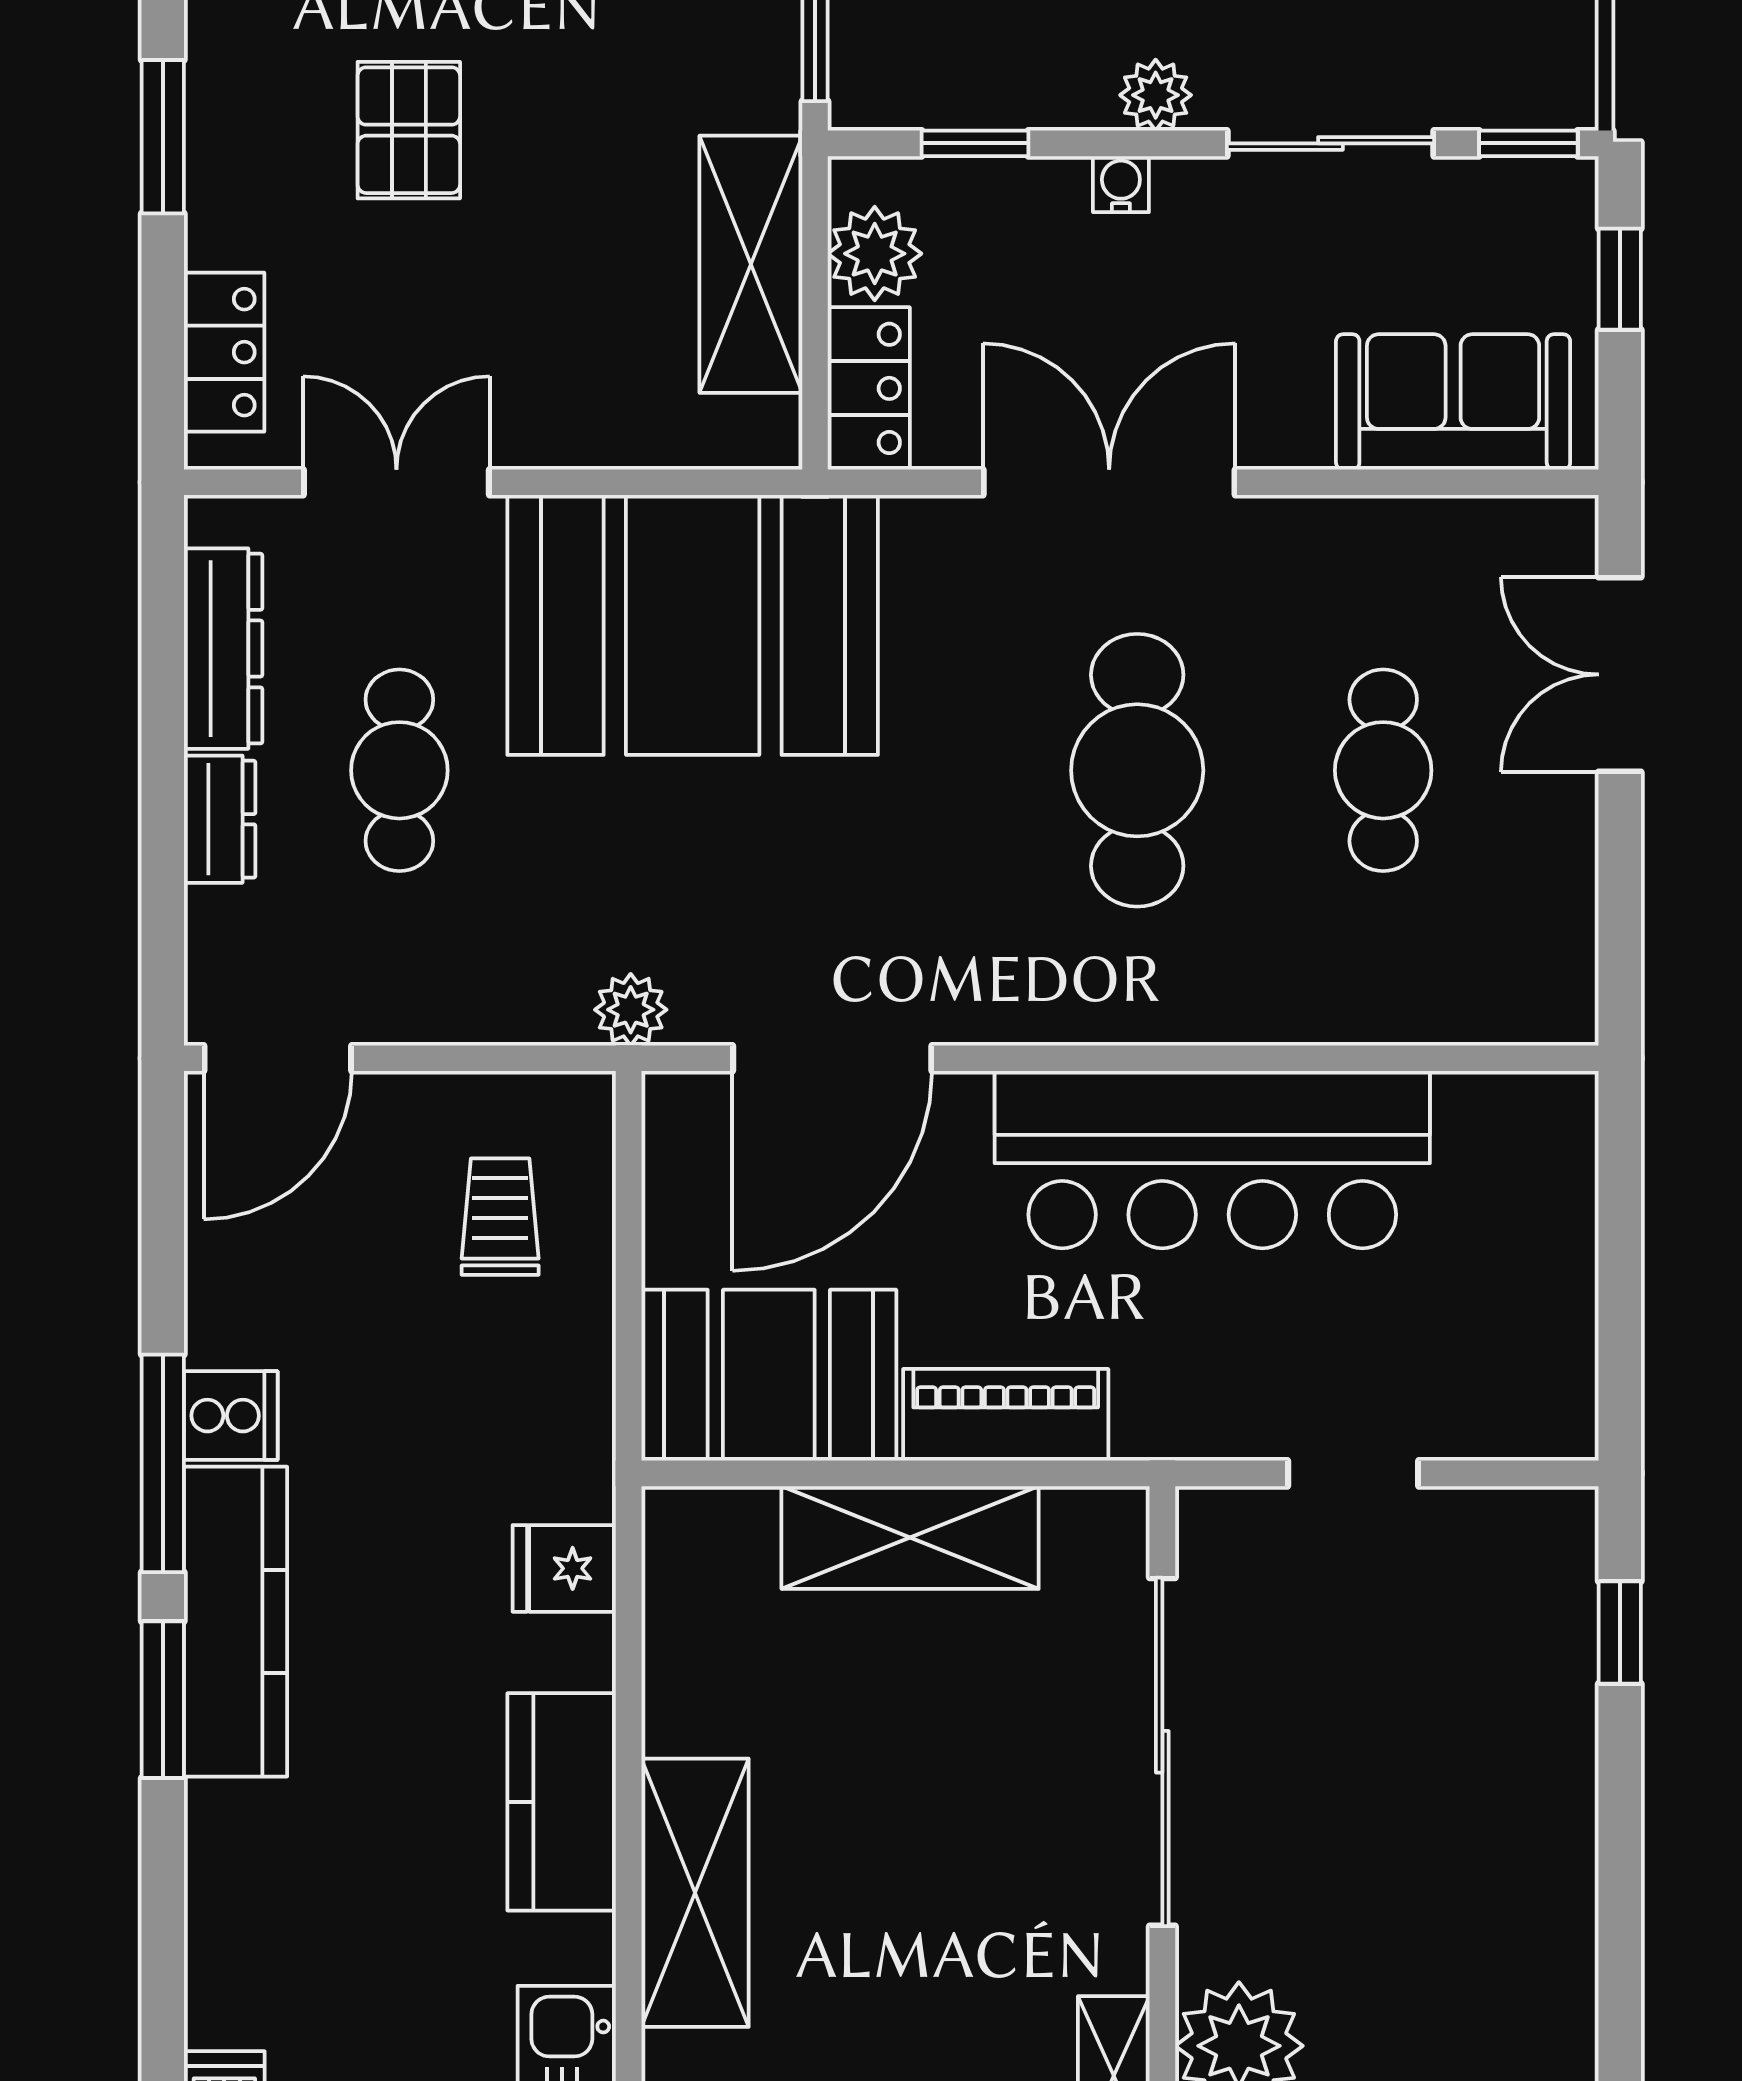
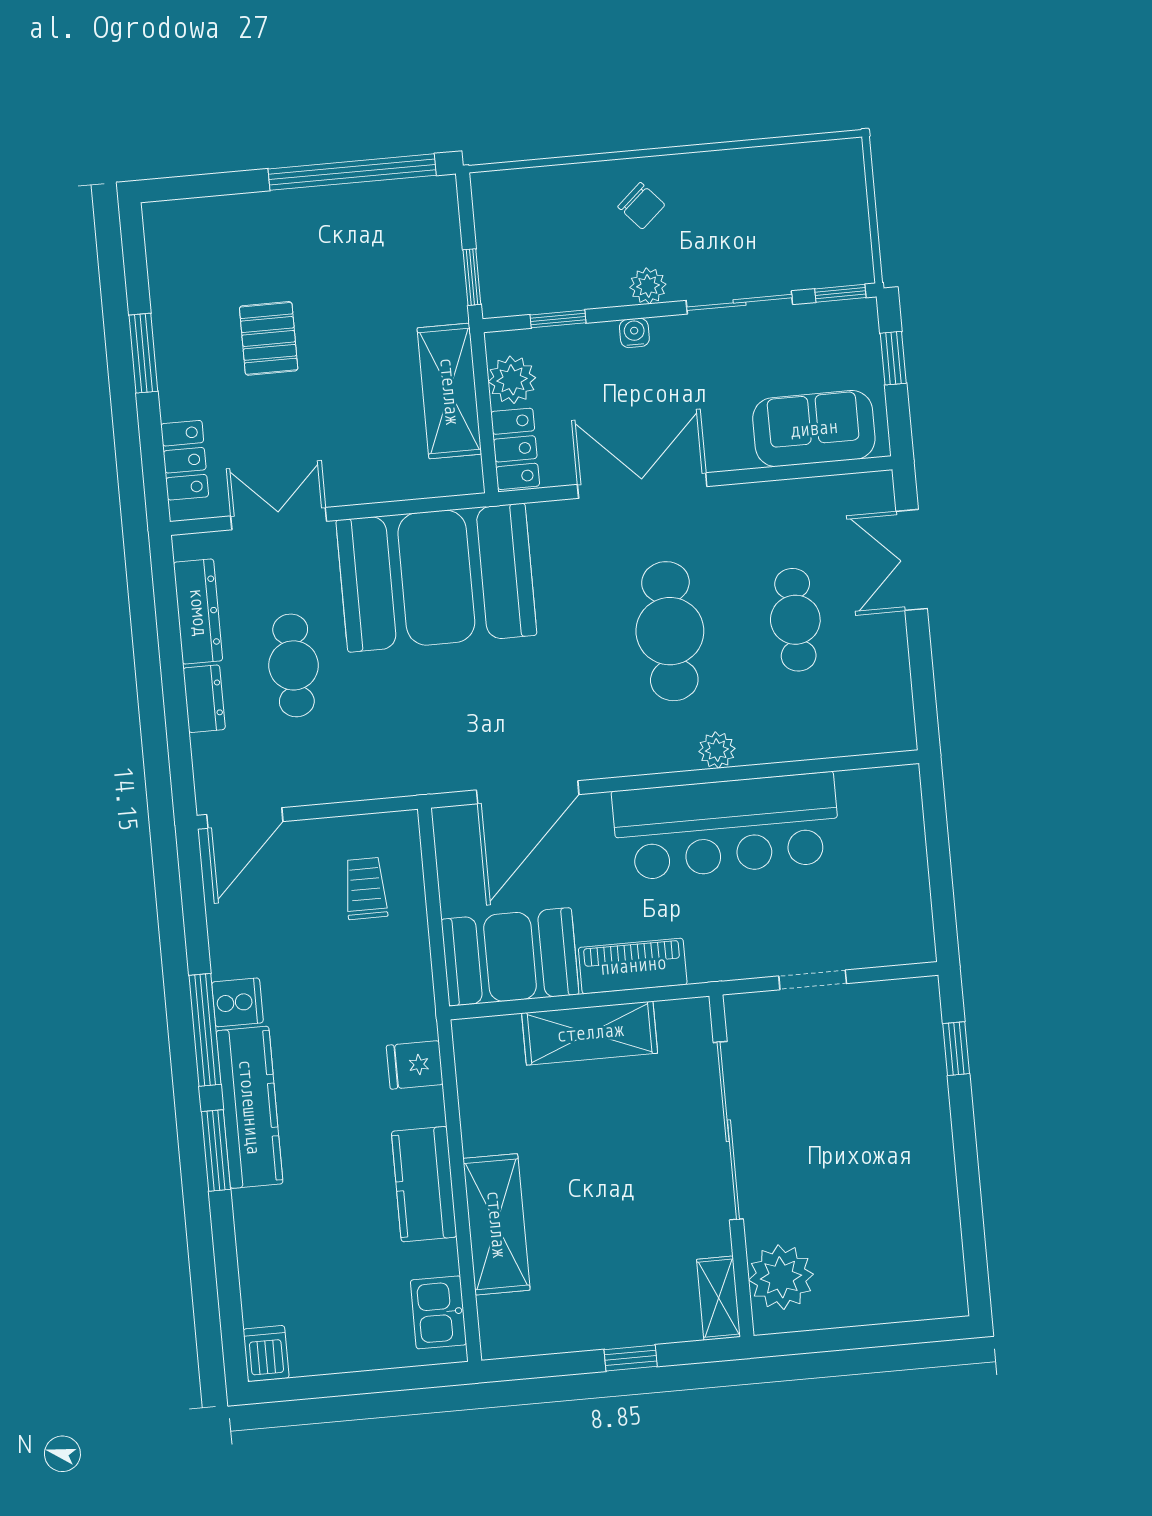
plant: (631, 1010) -> (717, 750), moved

